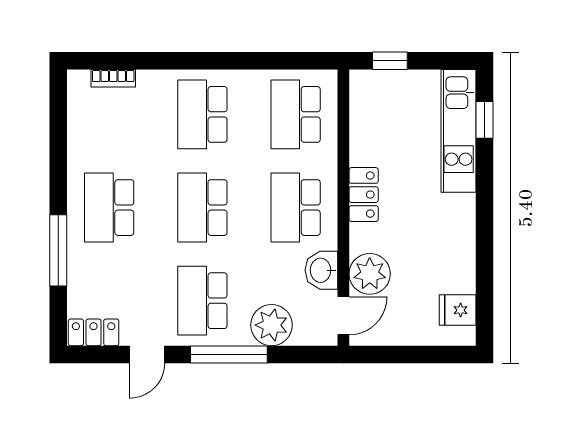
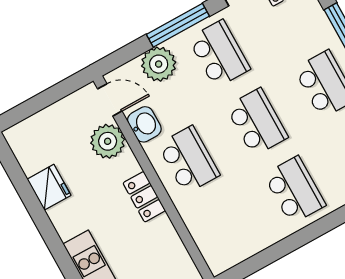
school desk: (296, 114) -> (226, 228), removed
fridge: (458, 310) -> (49, 187), moved, width x1.38
door: (343, 316) -> (110, 100), swing flipped

